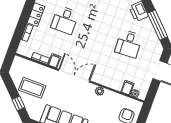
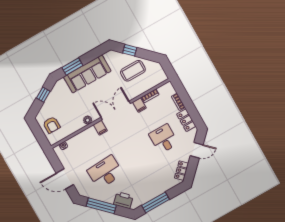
desk: (129, 44) -> (105, 172), width x1.37
double door: (74, 76) -> (116, 110), swing flipped
filing cabinet: (127, 88) -> (100, 128), moved

